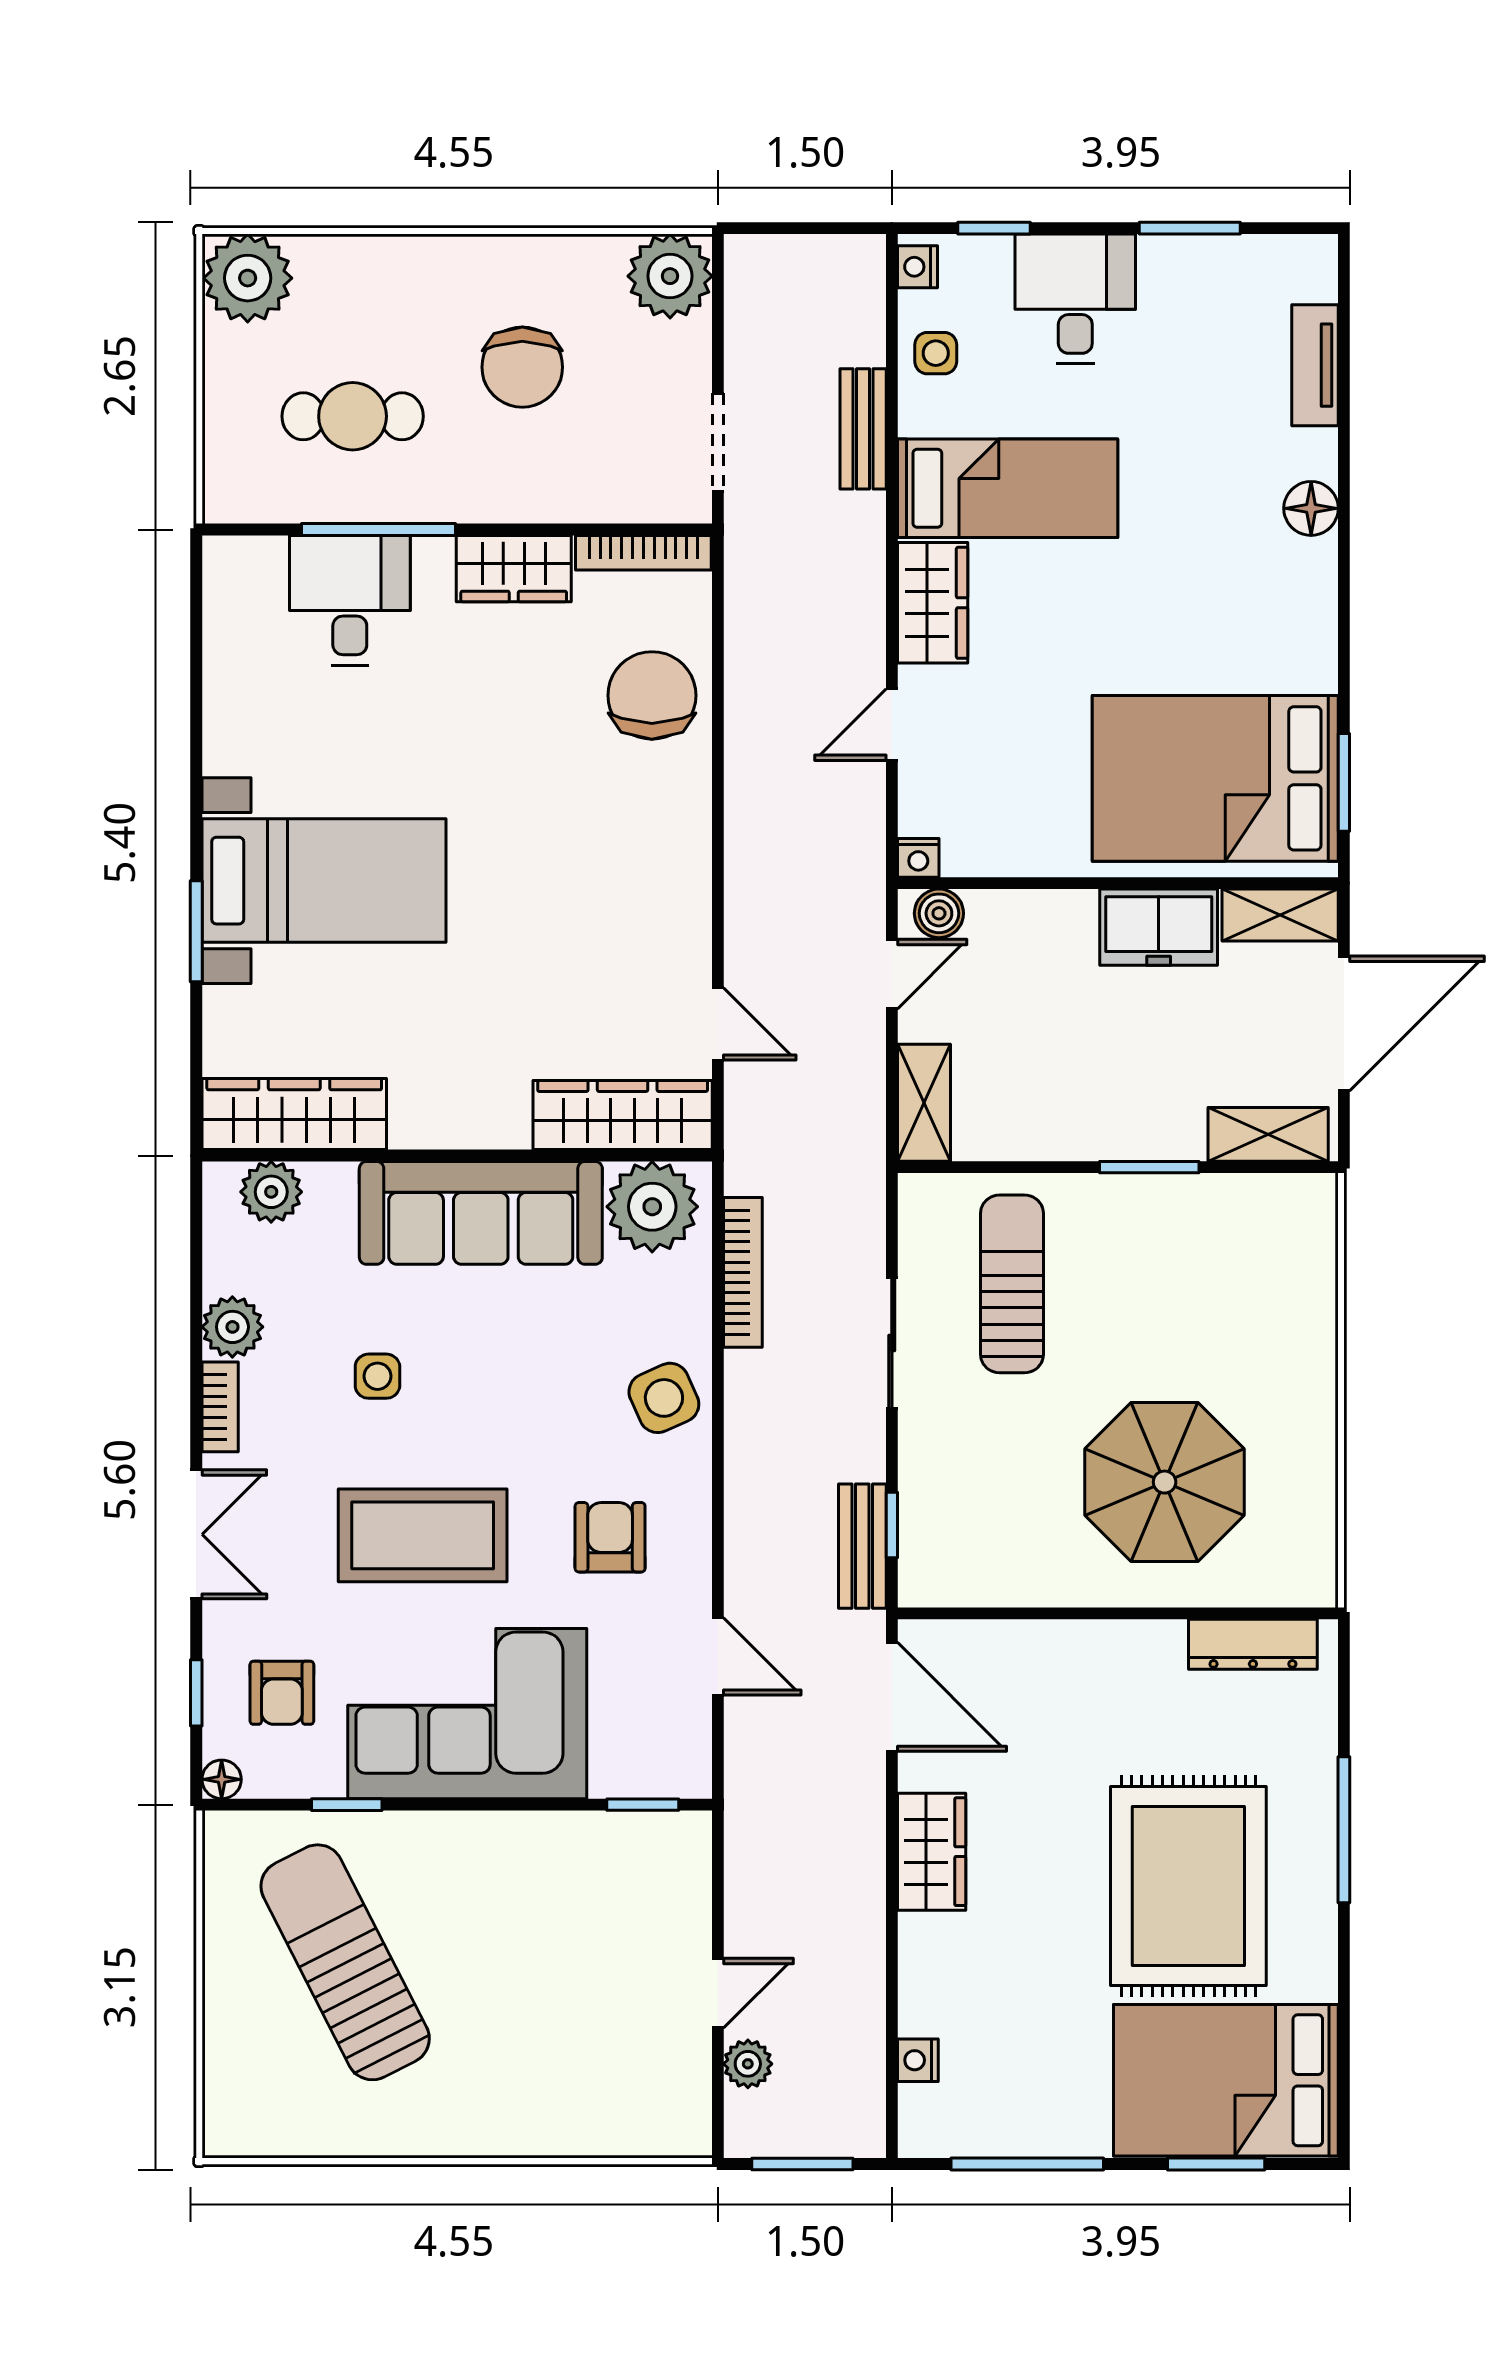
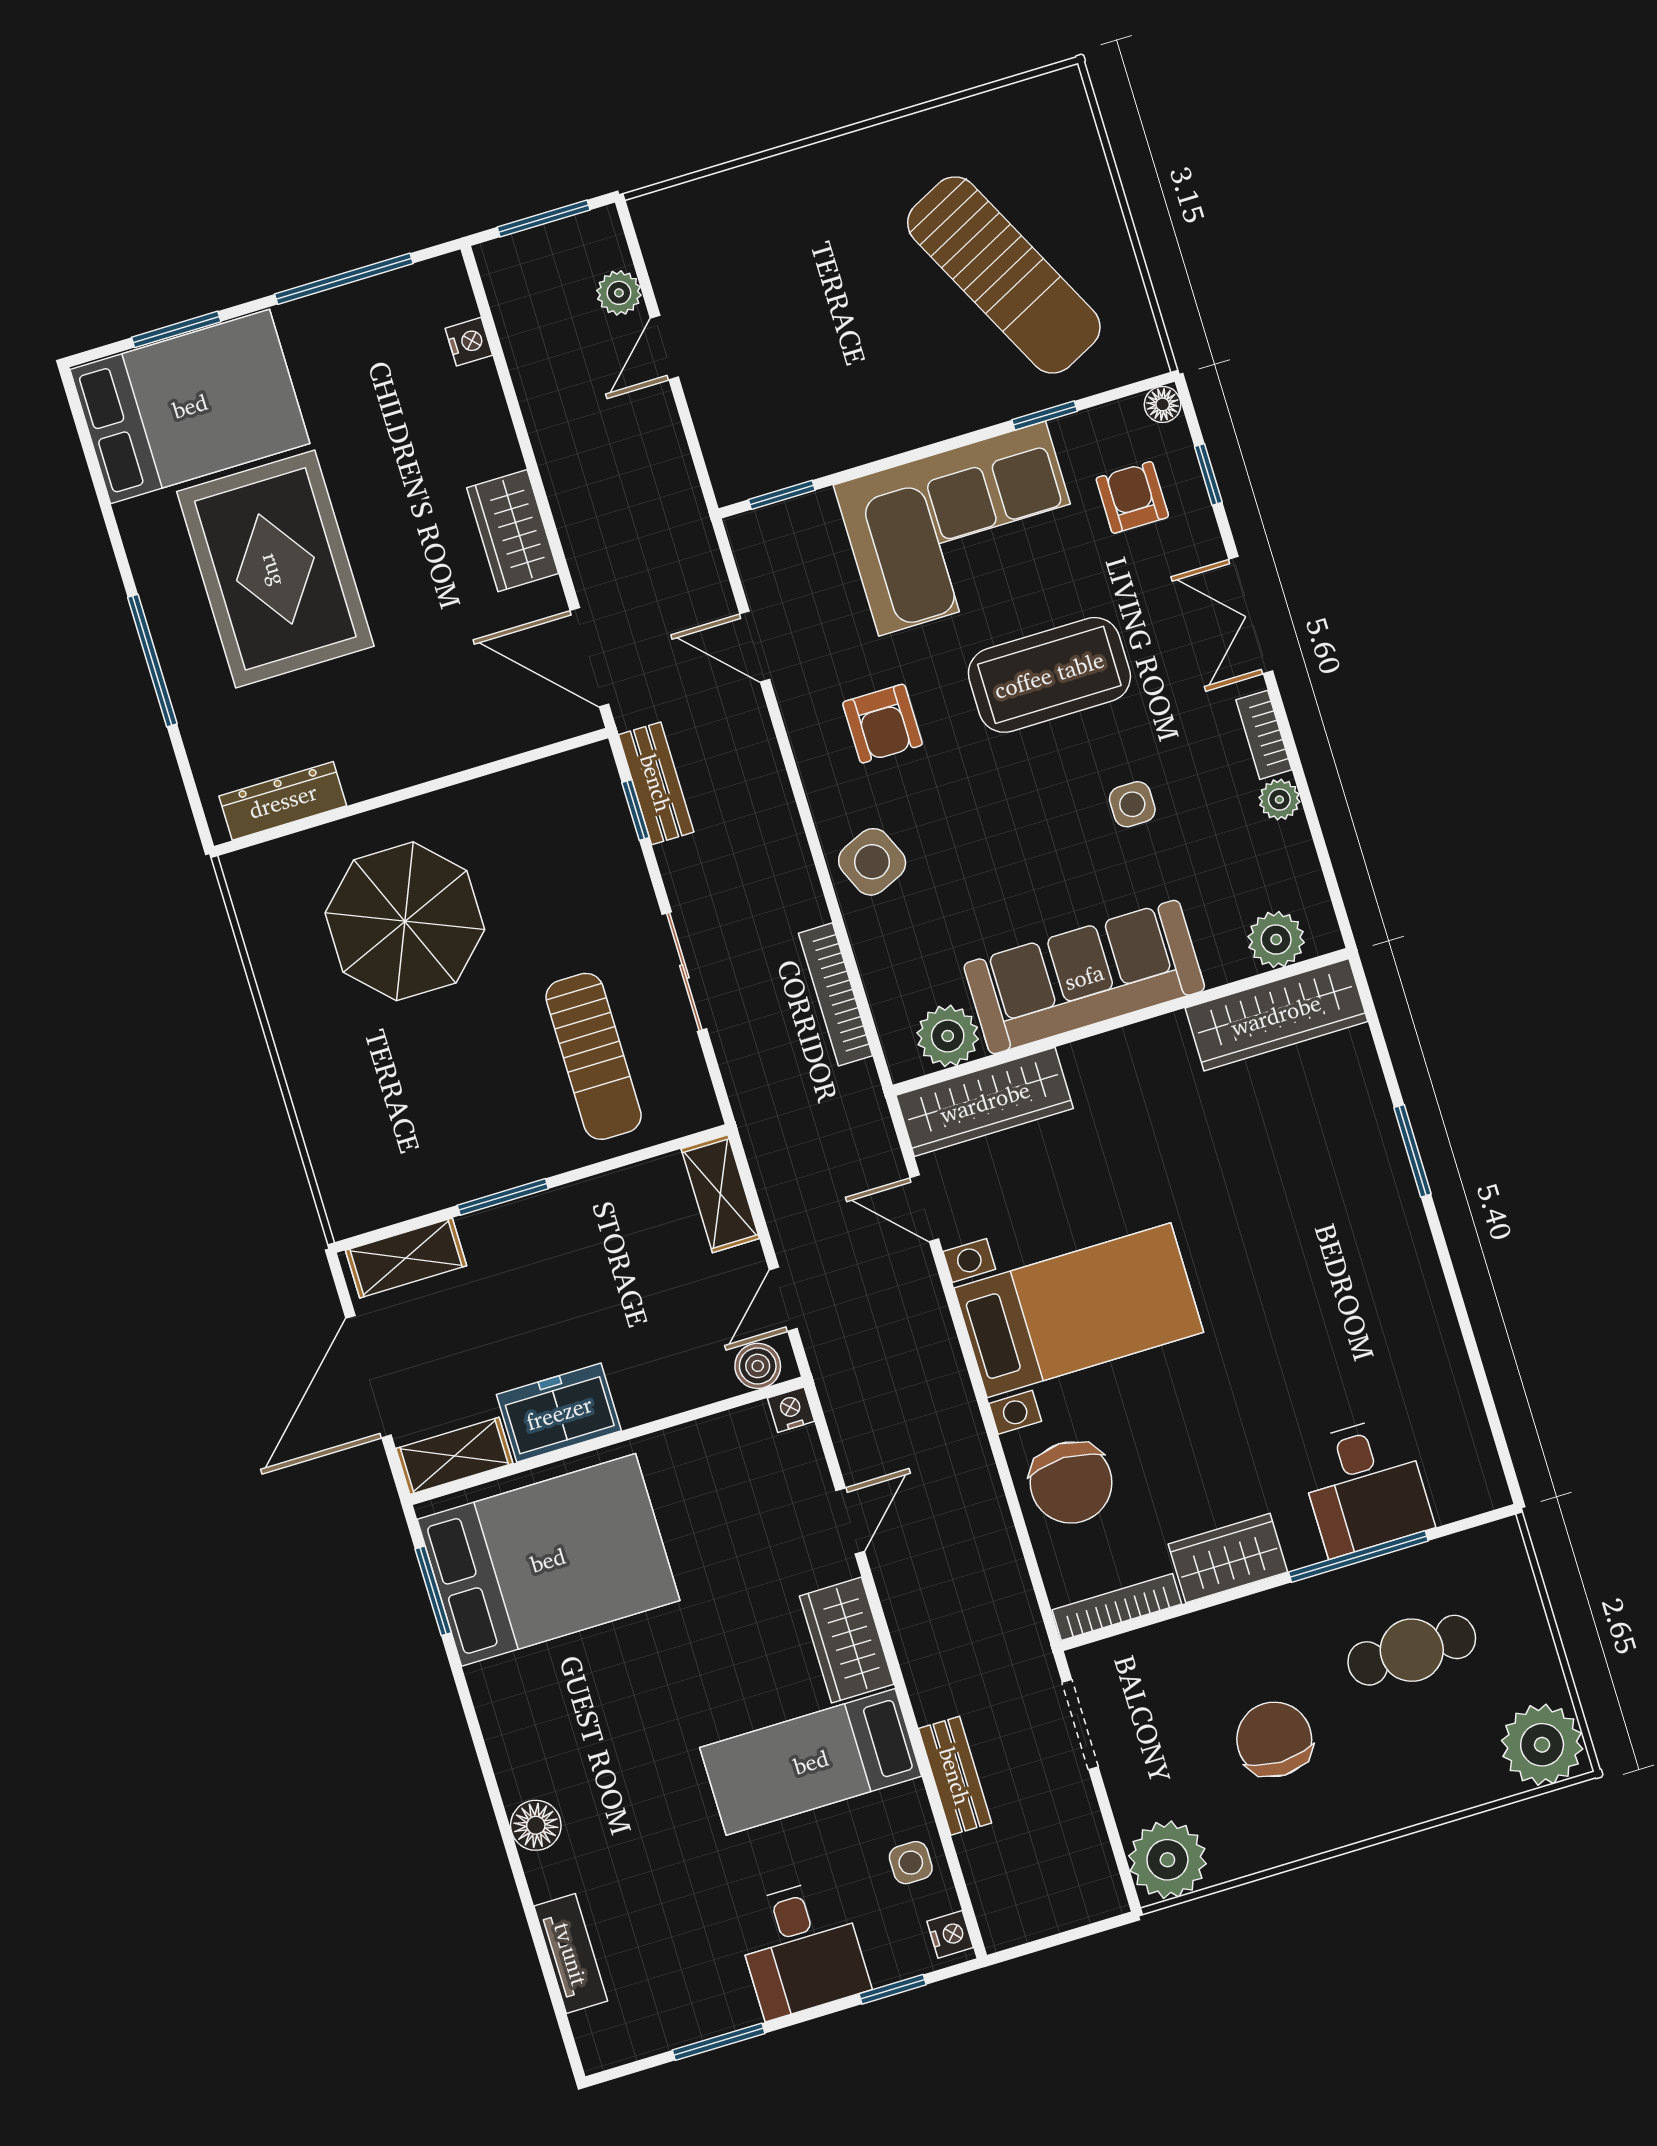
bed with nightstands: (324, 881) -> (1079, 1310), moved, turned 180
plant: (652, 1207) -> (948, 1036), width x0.73, depth x0.73
plant: (232, 1327) -> (1279, 800), width x0.73, depth x0.73

